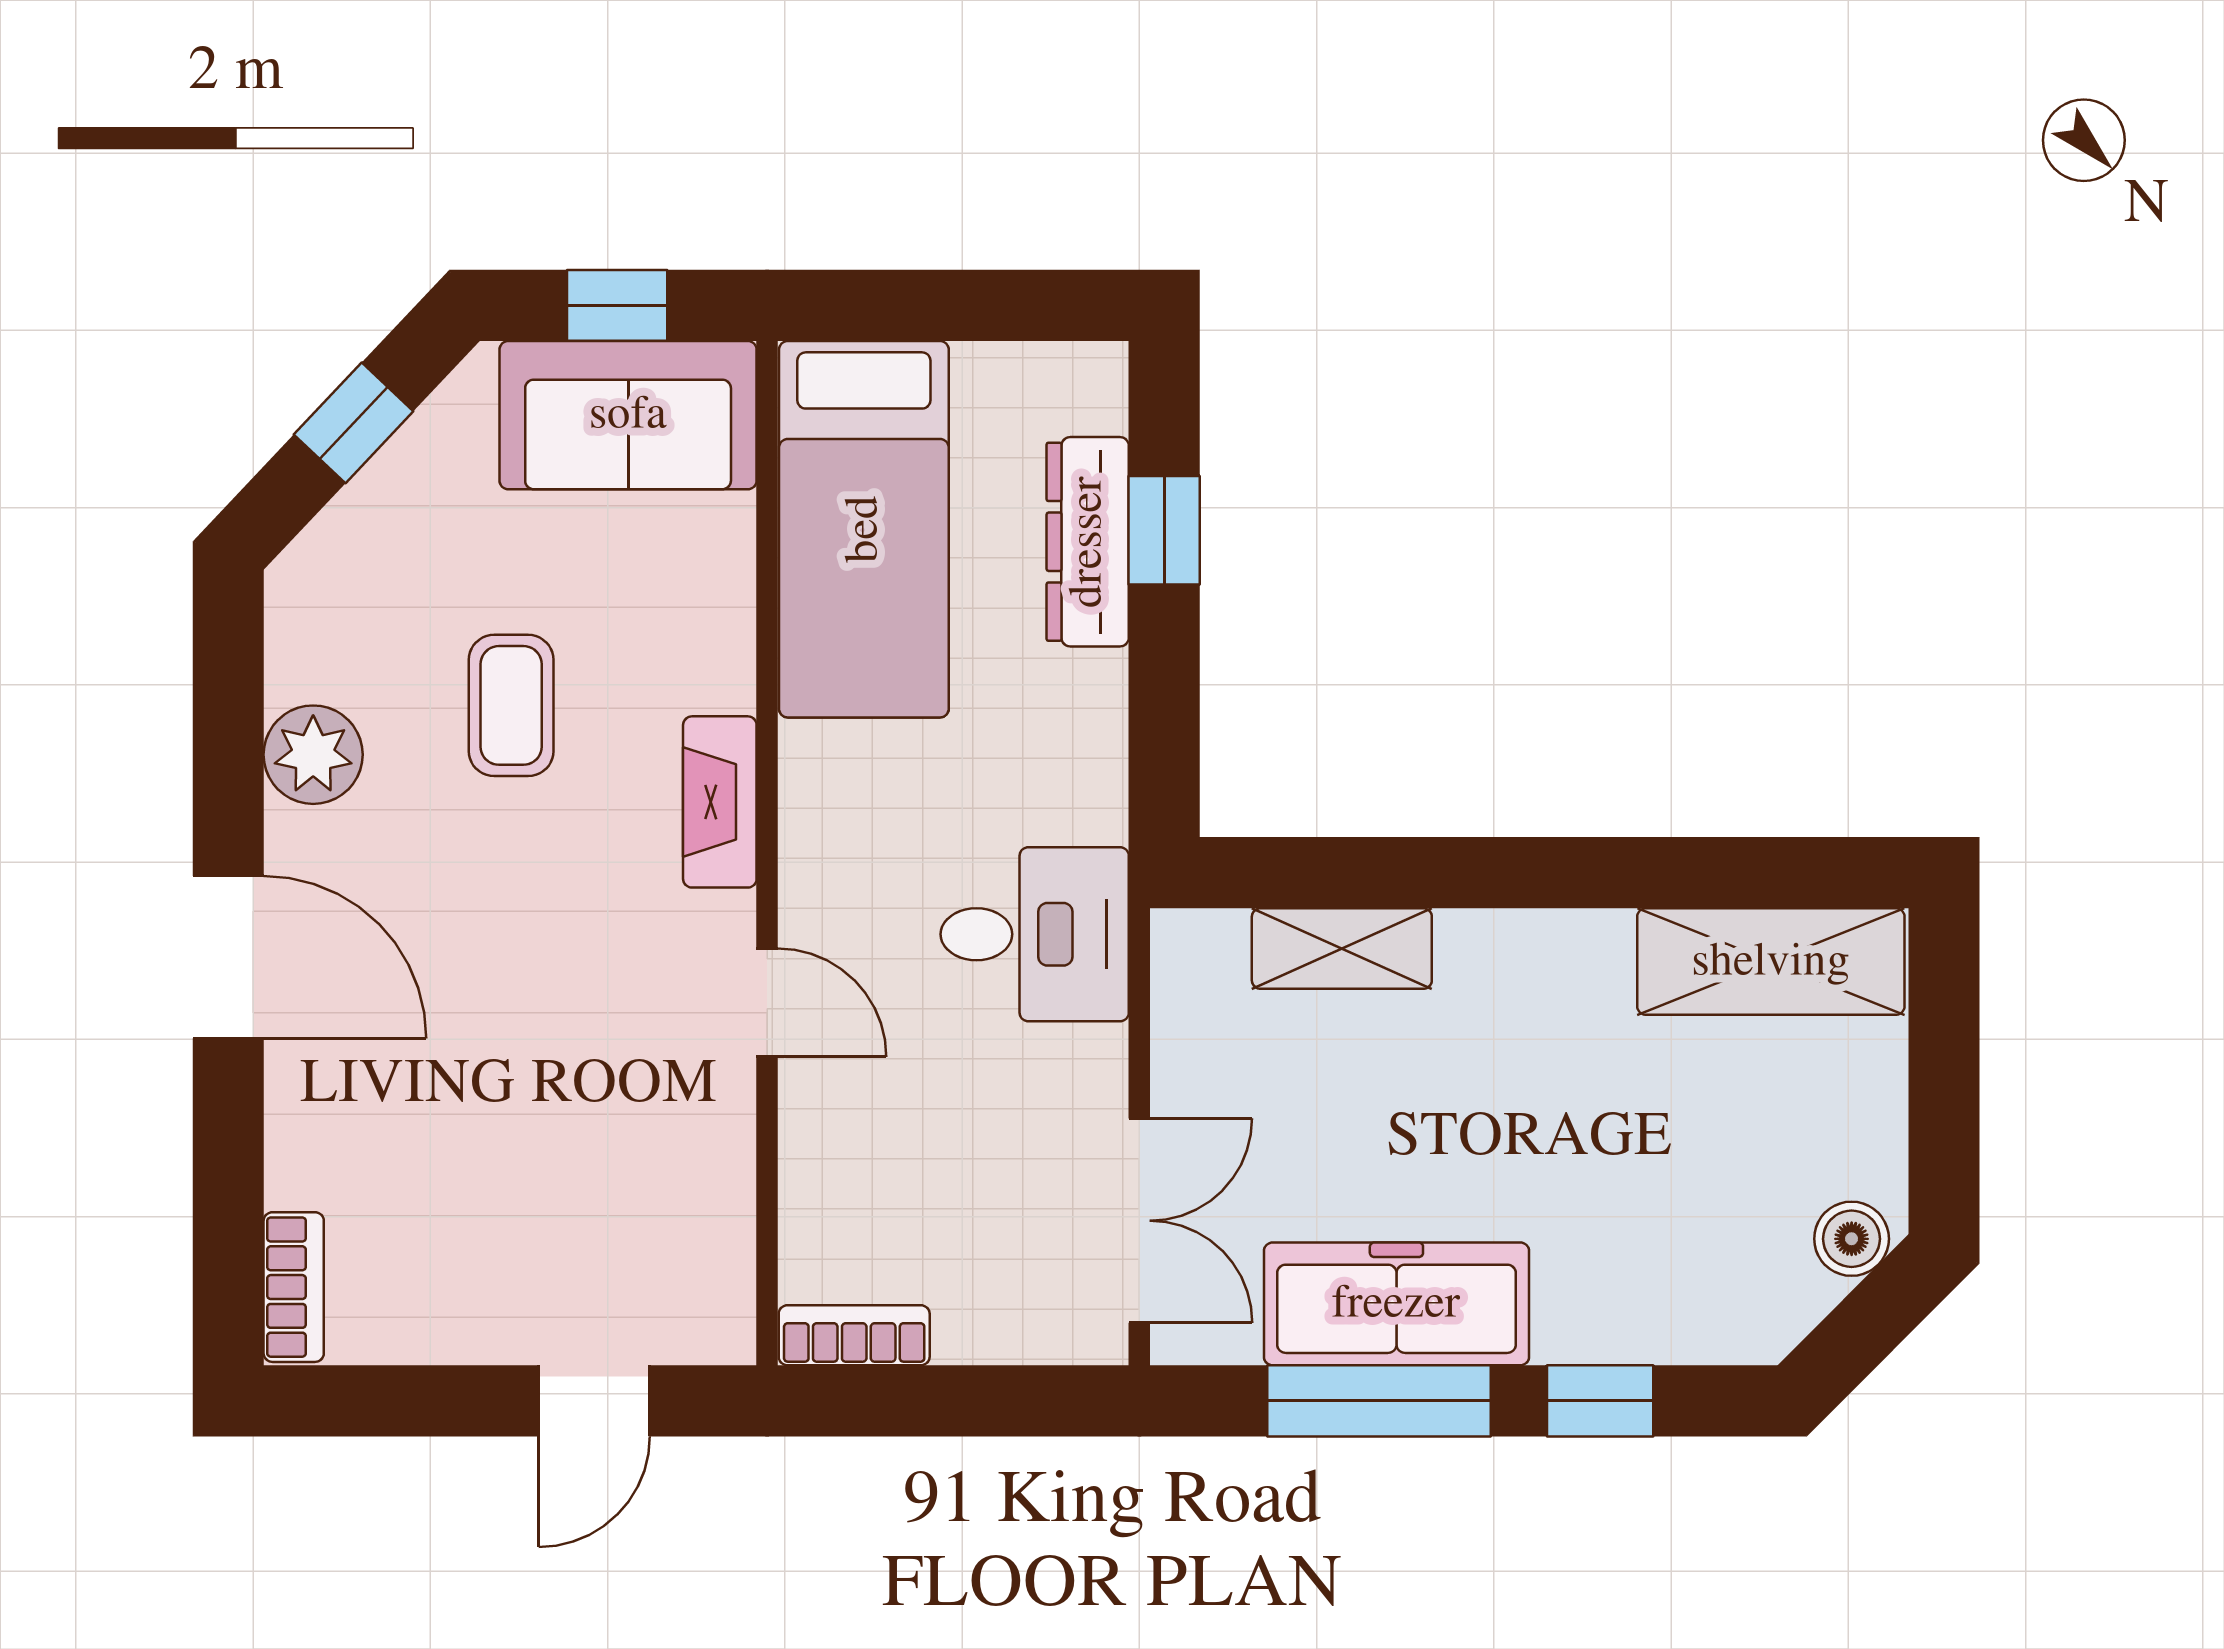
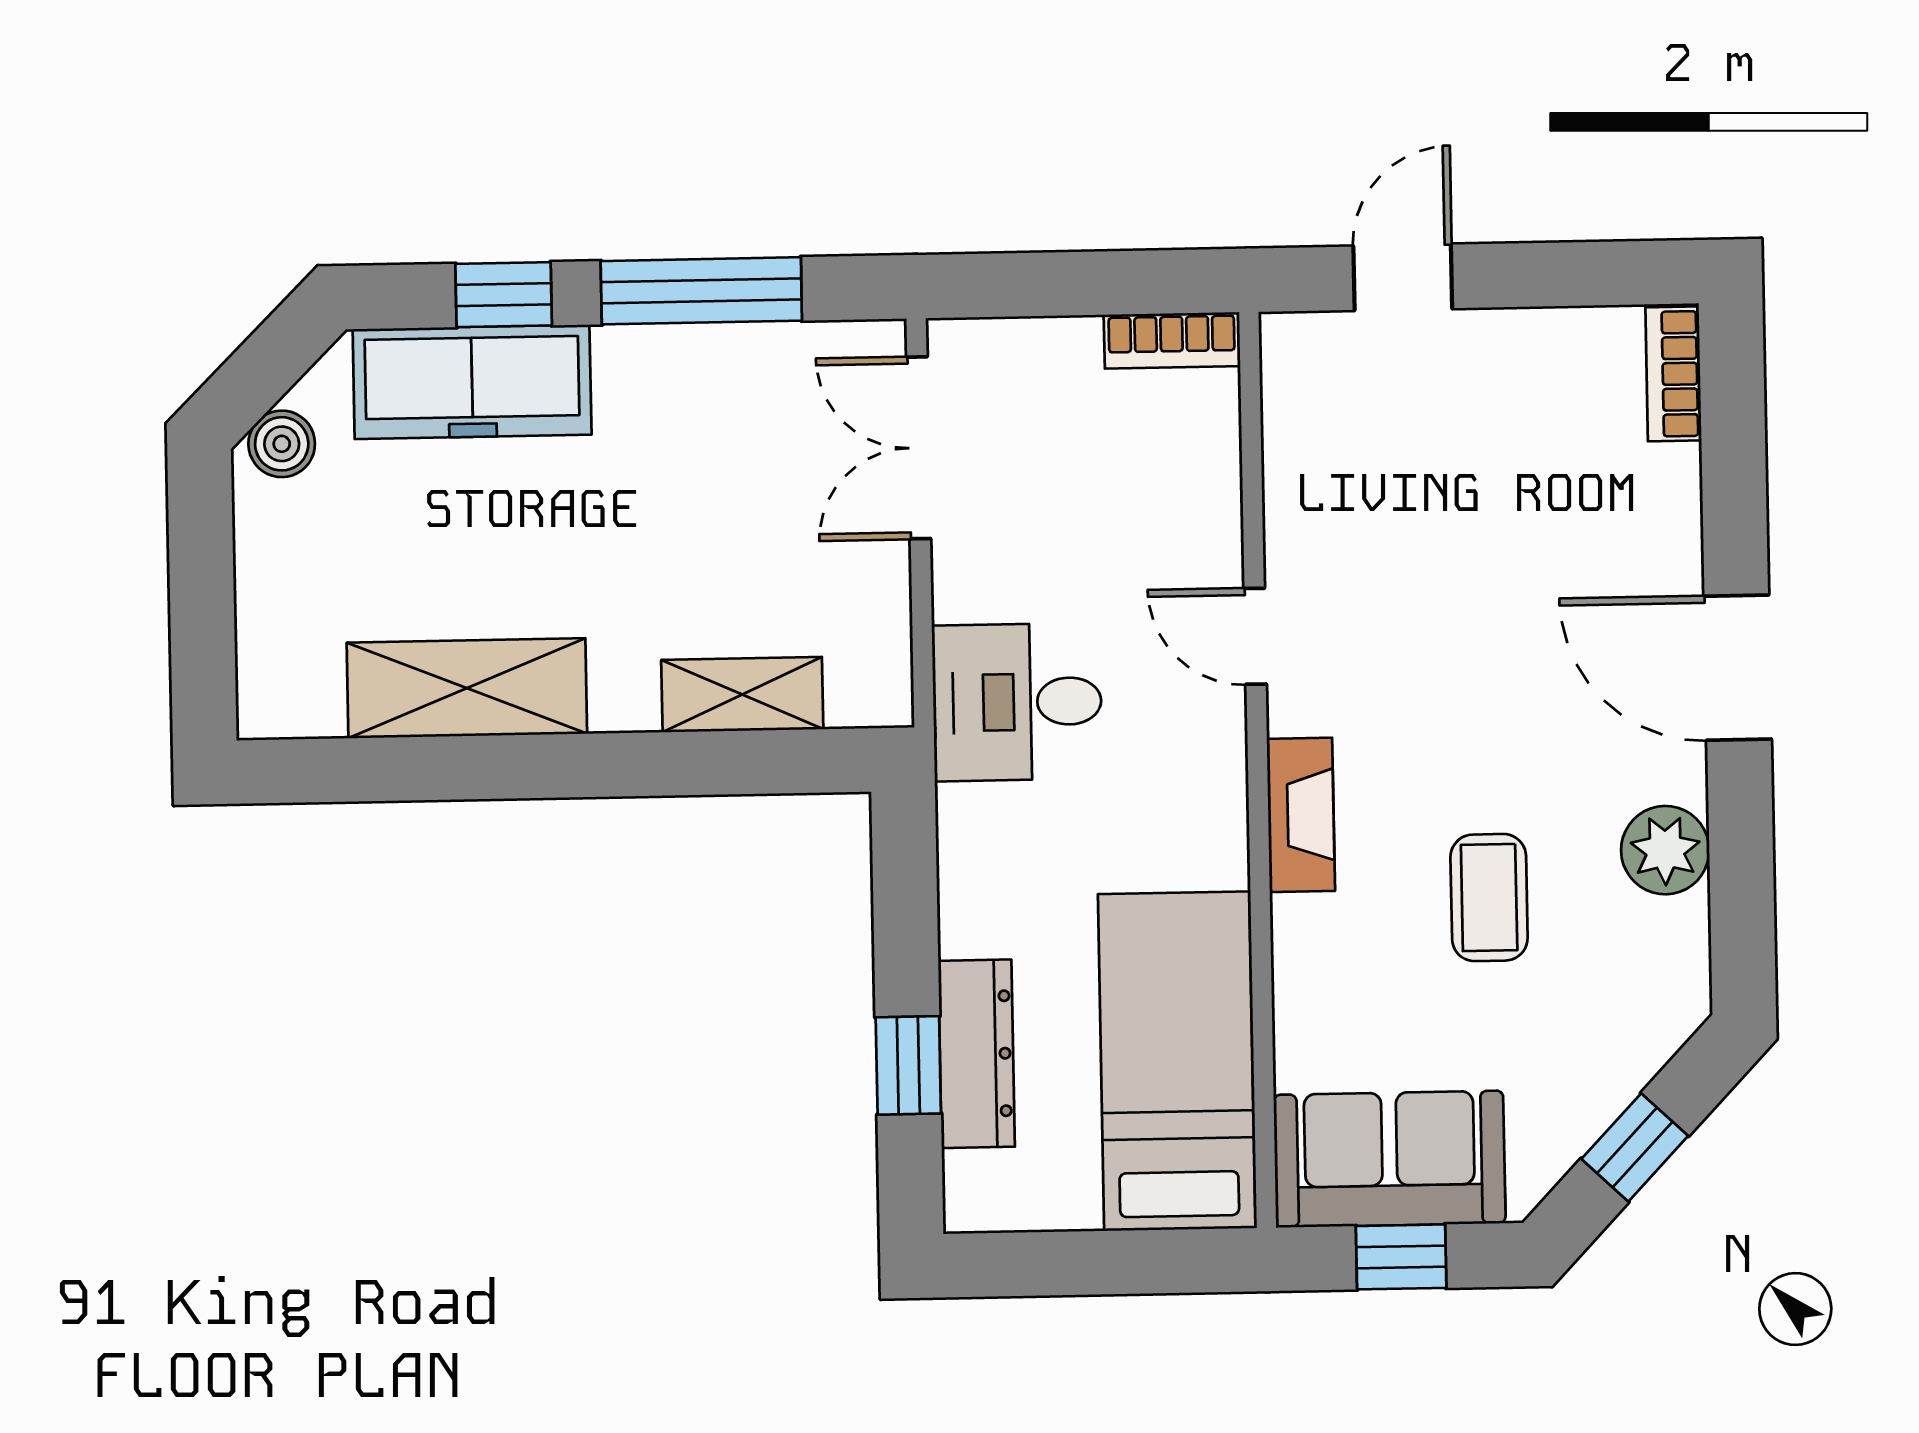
shelving: (1771, 962) -> (467, 688), moved
freezer: (1396, 1304) -> (472, 382), moved

